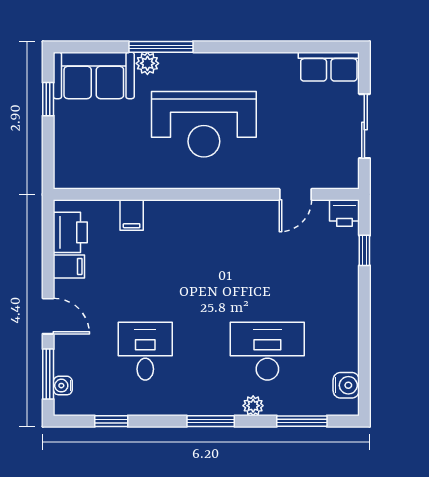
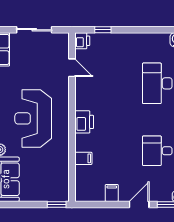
window: (48, 99) -> (57, 204), moved
reception desk: (204, 124) -> (33, 118), turned 180
printer: (70, 232) -> (84, 122), moved, turned 90

